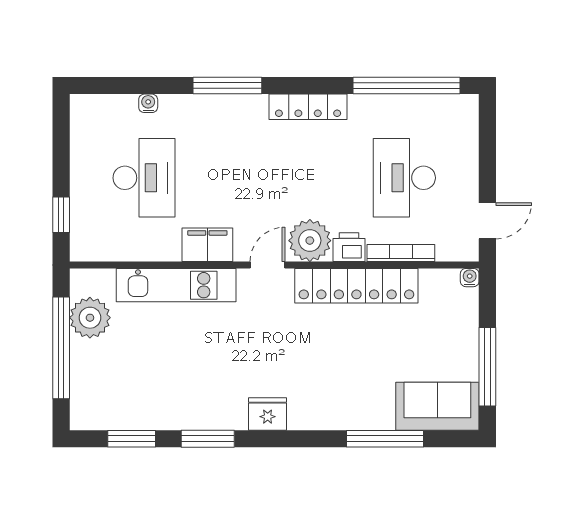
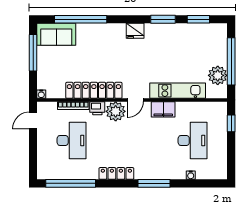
desk: (144, 178) -> (193, 140), turned 180
window: (385, 439) -> (81, 19), width x1.46

